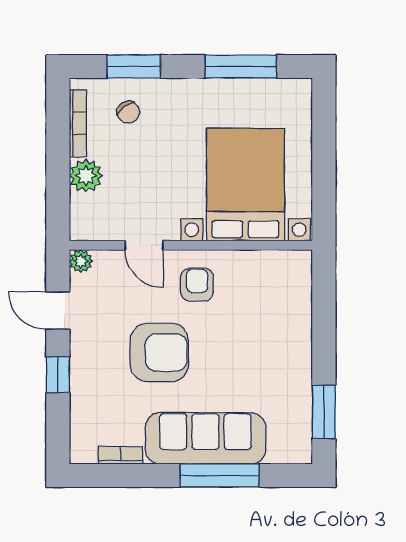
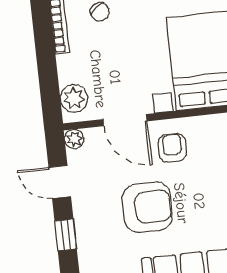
plant: (86, 176) -> (74, 98), moved
door: (144, 245) -> (125, 120), width x1.38

